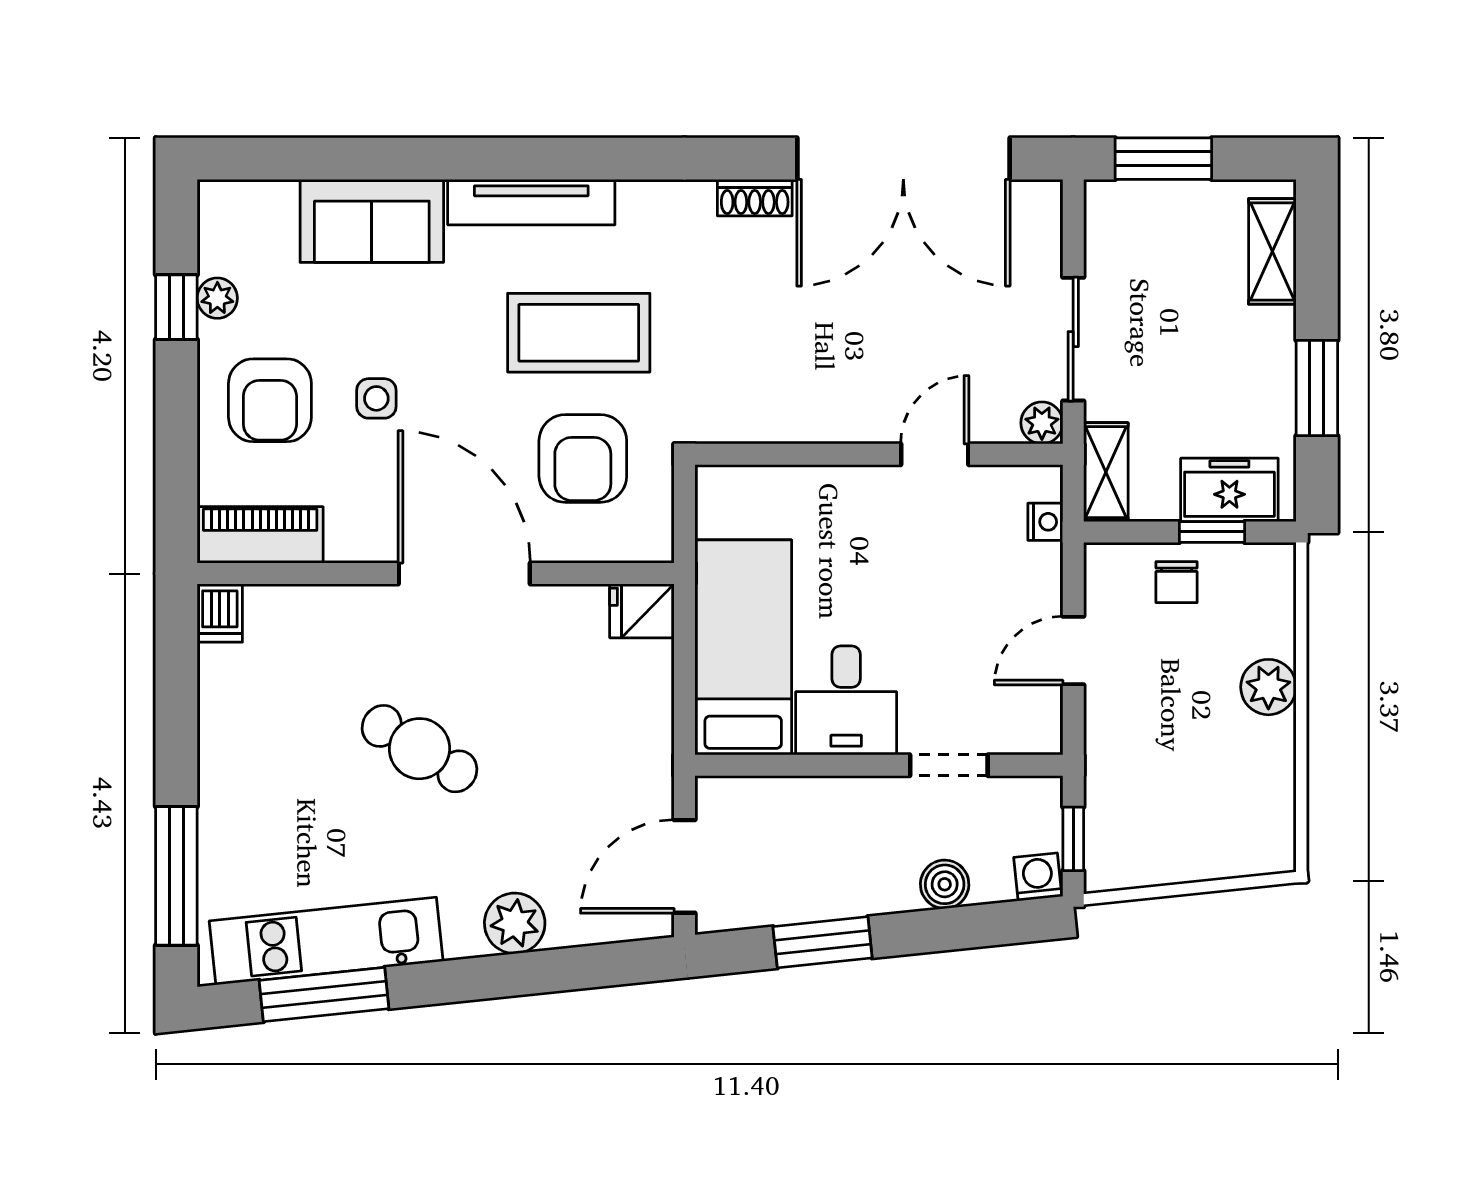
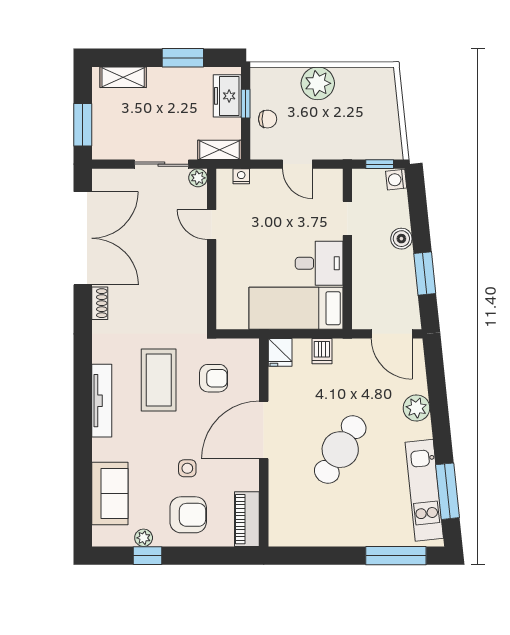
sofa: (372, 221) -> (110, 494), moved
armchair: (583, 458) -> (214, 378), width x0.72, depth x0.72
dishwasher: (220, 613) -> (322, 351), moved, turned 90
plant: (1268, 687) -> (318, 83), width x1.36, depth x1.36
cafe table: (419, 749) -> (340, 450), width x1.37, depth x1.35
boiler: (945, 884) -> (401, 239), moved

